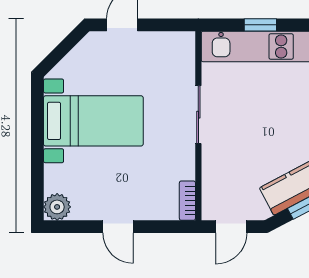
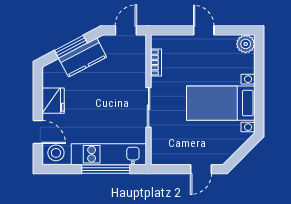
window: (260, 25) -> (106, 169), width x2.17
bookcase: (187, 201) -> (156, 63), moved

